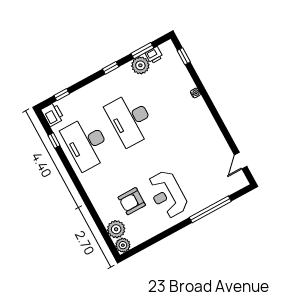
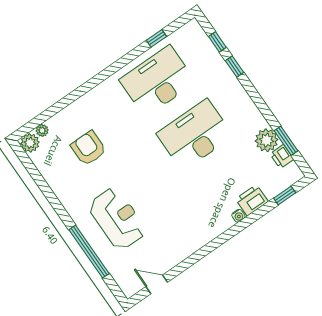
window: (111, 68) -> (234, 67), moved
printer: (53, 114) -> (252, 200), moved, turned 180
reception desk: (167, 194) -> (117, 219), moved, turned 90
plant: (116, 229) -> (42, 130), width x0.53, depth x0.53

